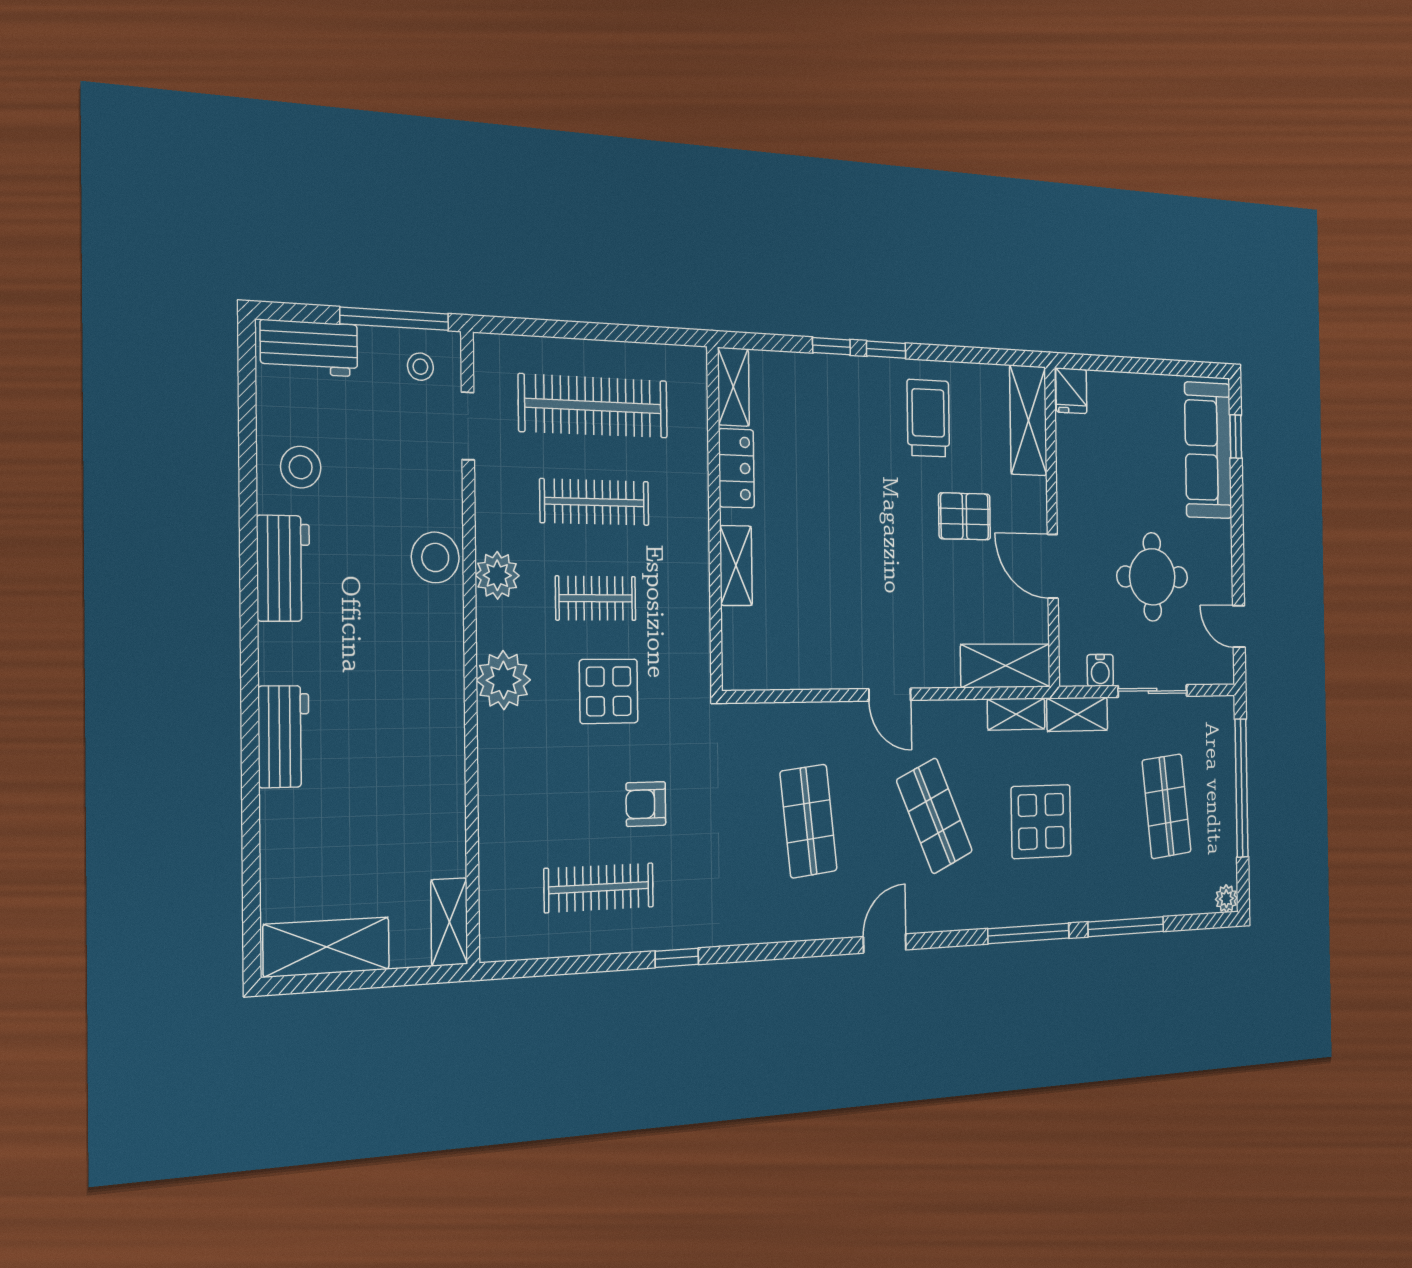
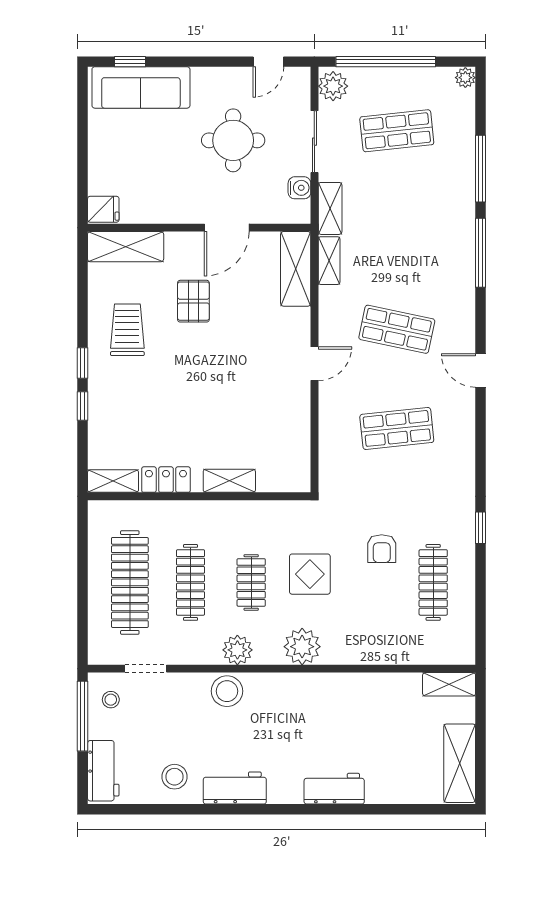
trolley: (928, 418) -> (127, 330), turned 90
plant: (1214, 716) -> (333, 86), added
shop shelf: (934, 816) -> (397, 329), turned 36
display table: (1041, 821) -> (404, 241), removed

